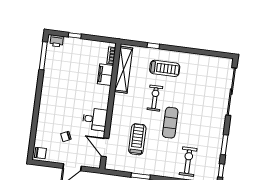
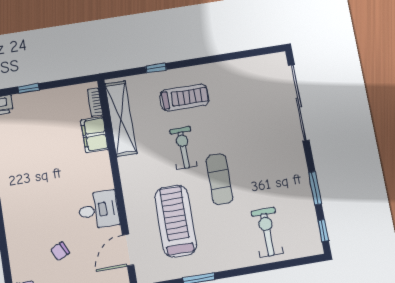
treadmill: (137, 139) -> (176, 221), width x1.37, depth x1.38
door: (105, 147) -> (128, 250), hinge flipped

